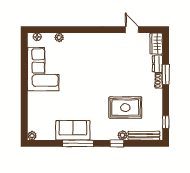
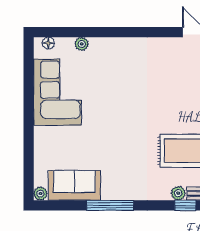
sofa: (73, 130) -> (74, 185), moved
window: (117, 143) -> (185, 205), moved

